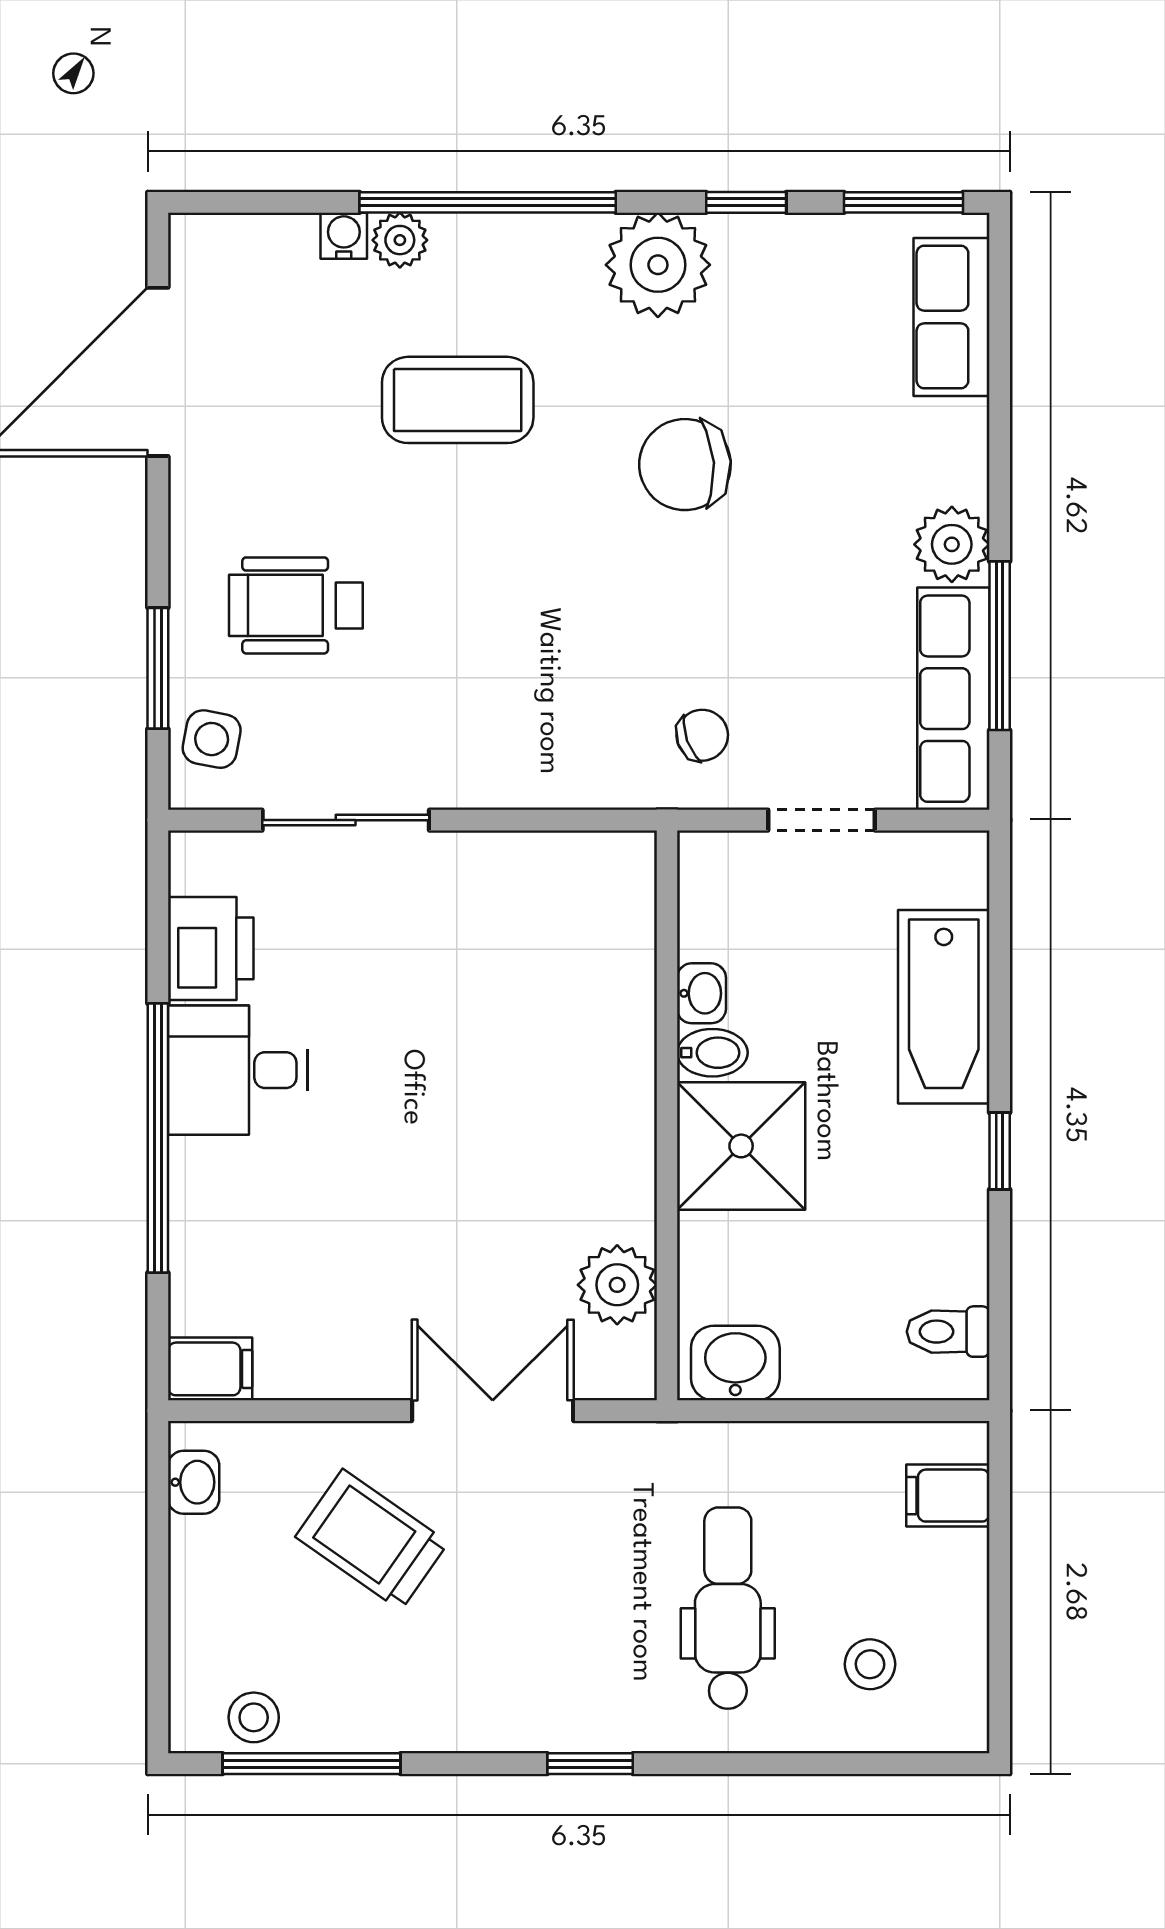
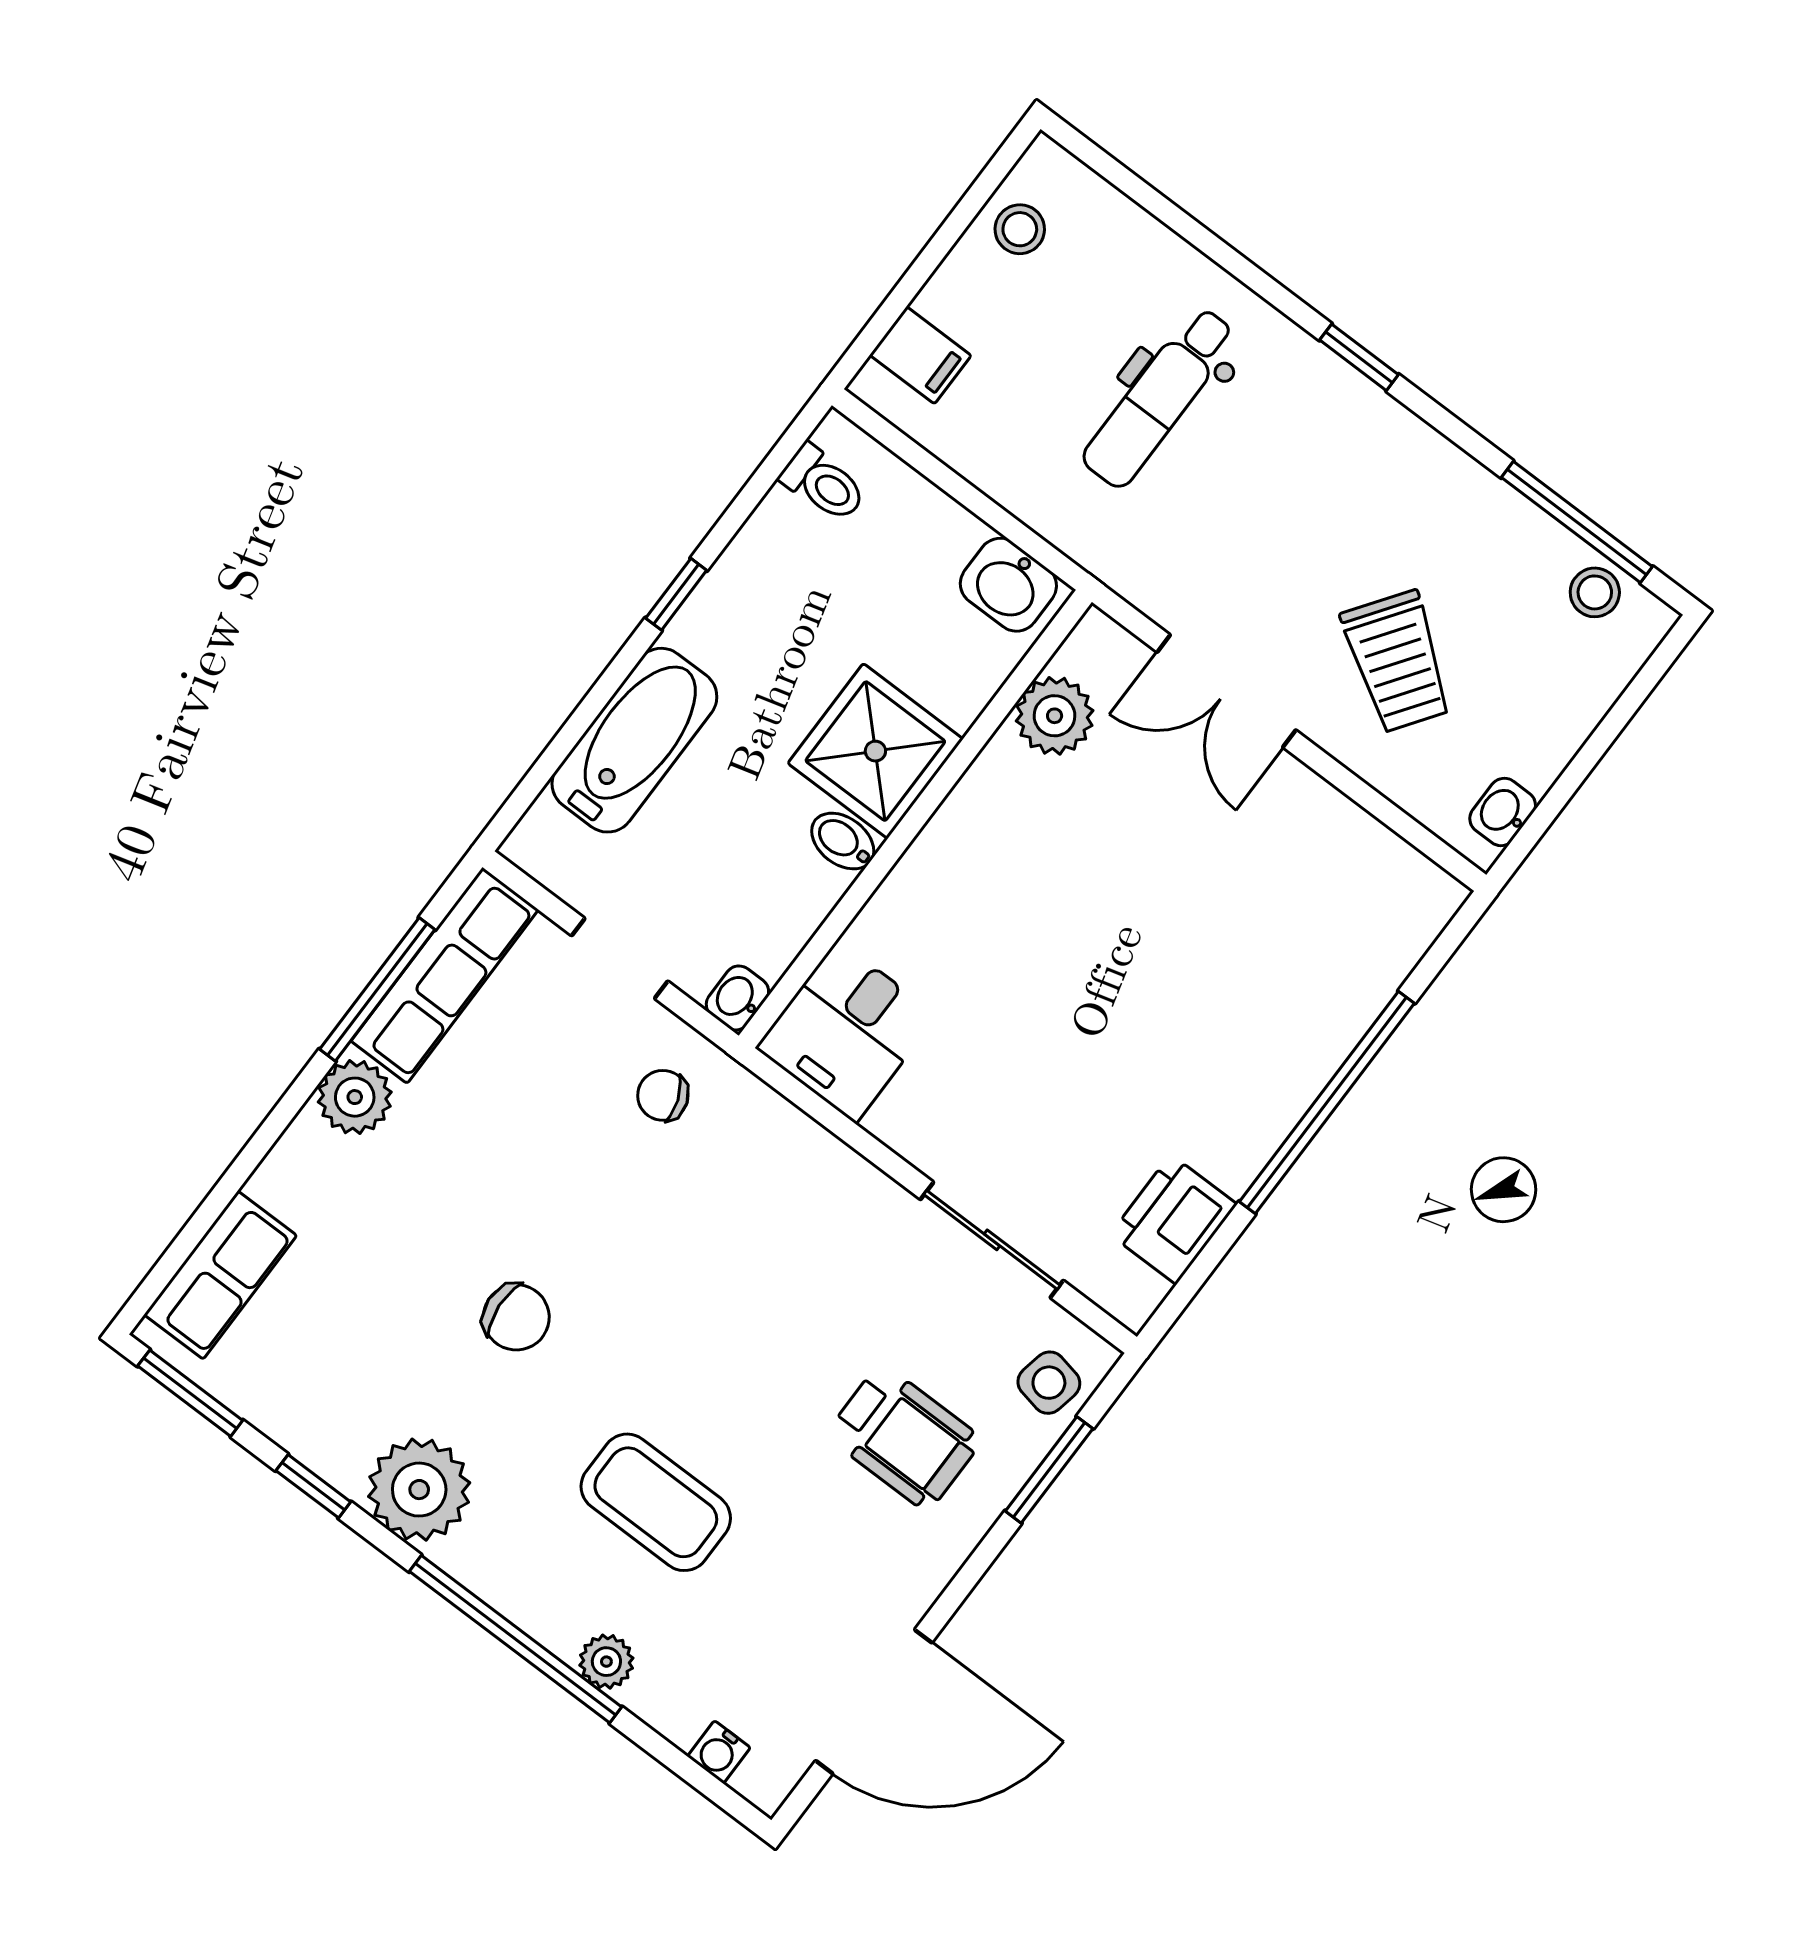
water cooler: (344, 236) -> (719, 1752), moved
chair: (685, 465) -> (516, 1317), width x0.73, depth x0.73
washbasin: (701, 993) -> (737, 998), moved
desk: (238, 1070) -> (846, 1032), moved, turned 90
filing cabinet: (210, 1369) -> (1423, 891), removed
stool: (870, 1664) -> (1020, 229), moved

